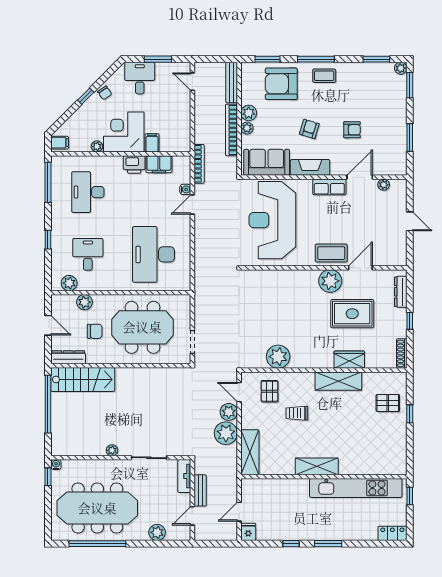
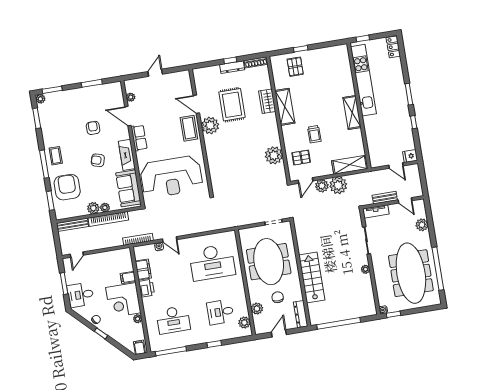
armchair: (281, 84) -> (67, 187), turned 180
dresser: (401, 292) -> (232, 67), moved
stairs: (83, 379) -> (312, 277), moved

